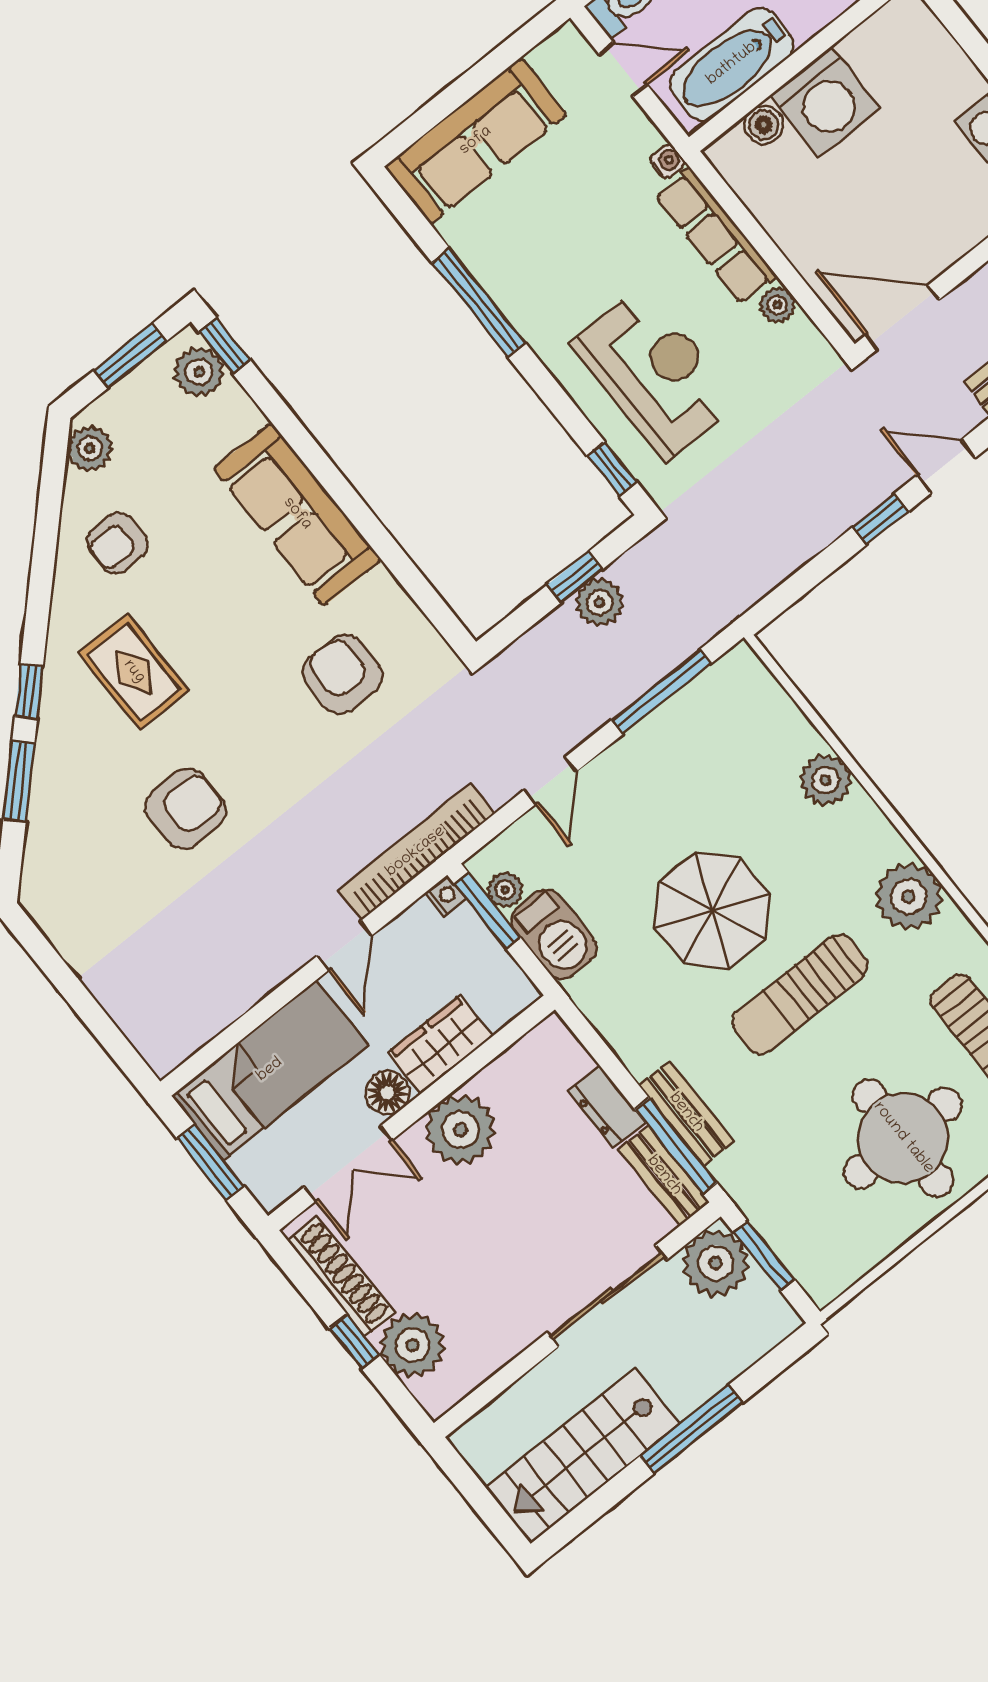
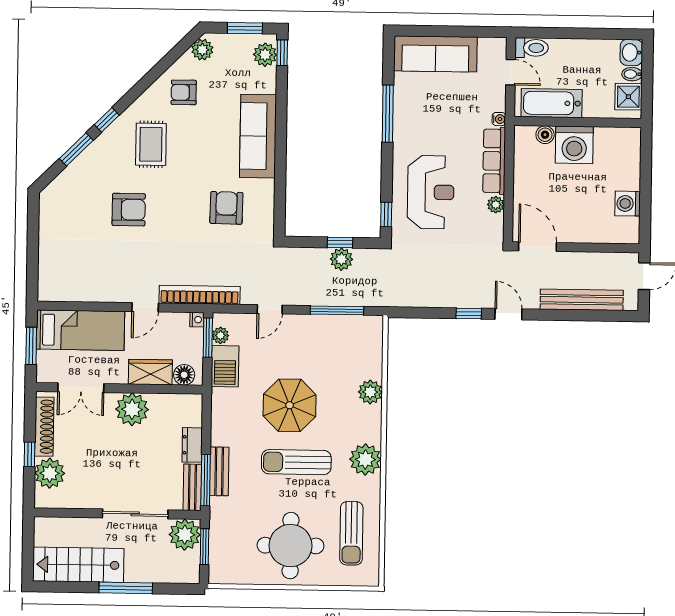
floor lamp: (387, 1093) -> (184, 375), moved

